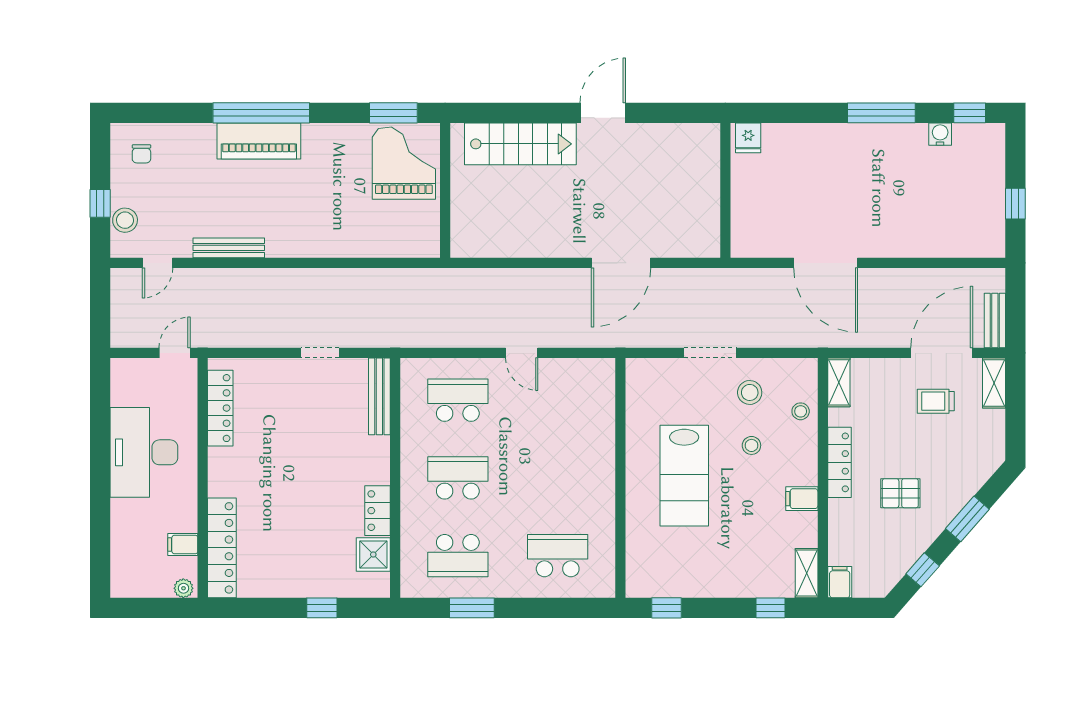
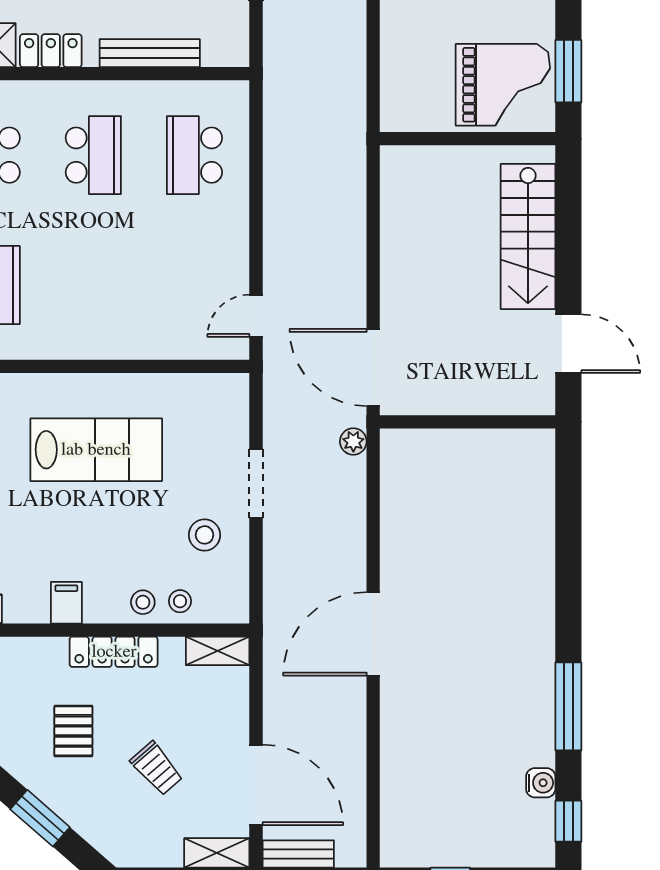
fridge: (748, 138) -> (536, 533), removed
wall: (725, 190) -> (468, 422), moved
plant: (678, 278) -> (353, 441), added
door: (522, 353) -> (256, 316), moved
bench: (379, 396) -> (150, 53), moved
school desk: (458, 400) -> (194, 155), turned 180
trolley: (936, 401) -> (157, 768), moved, turned 139
stool: (751, 445) -> (143, 602), moved
lab bench: (684, 476) -> (96, 450), turned 180

